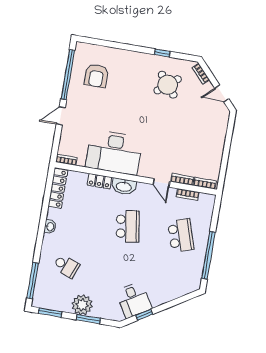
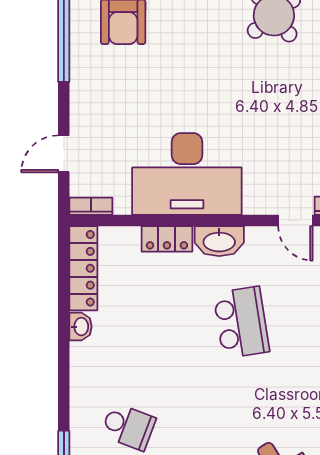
door: (61, 116) -> (64, 154), moved
washbasin: (50, 227) -> (81, 327), moved

